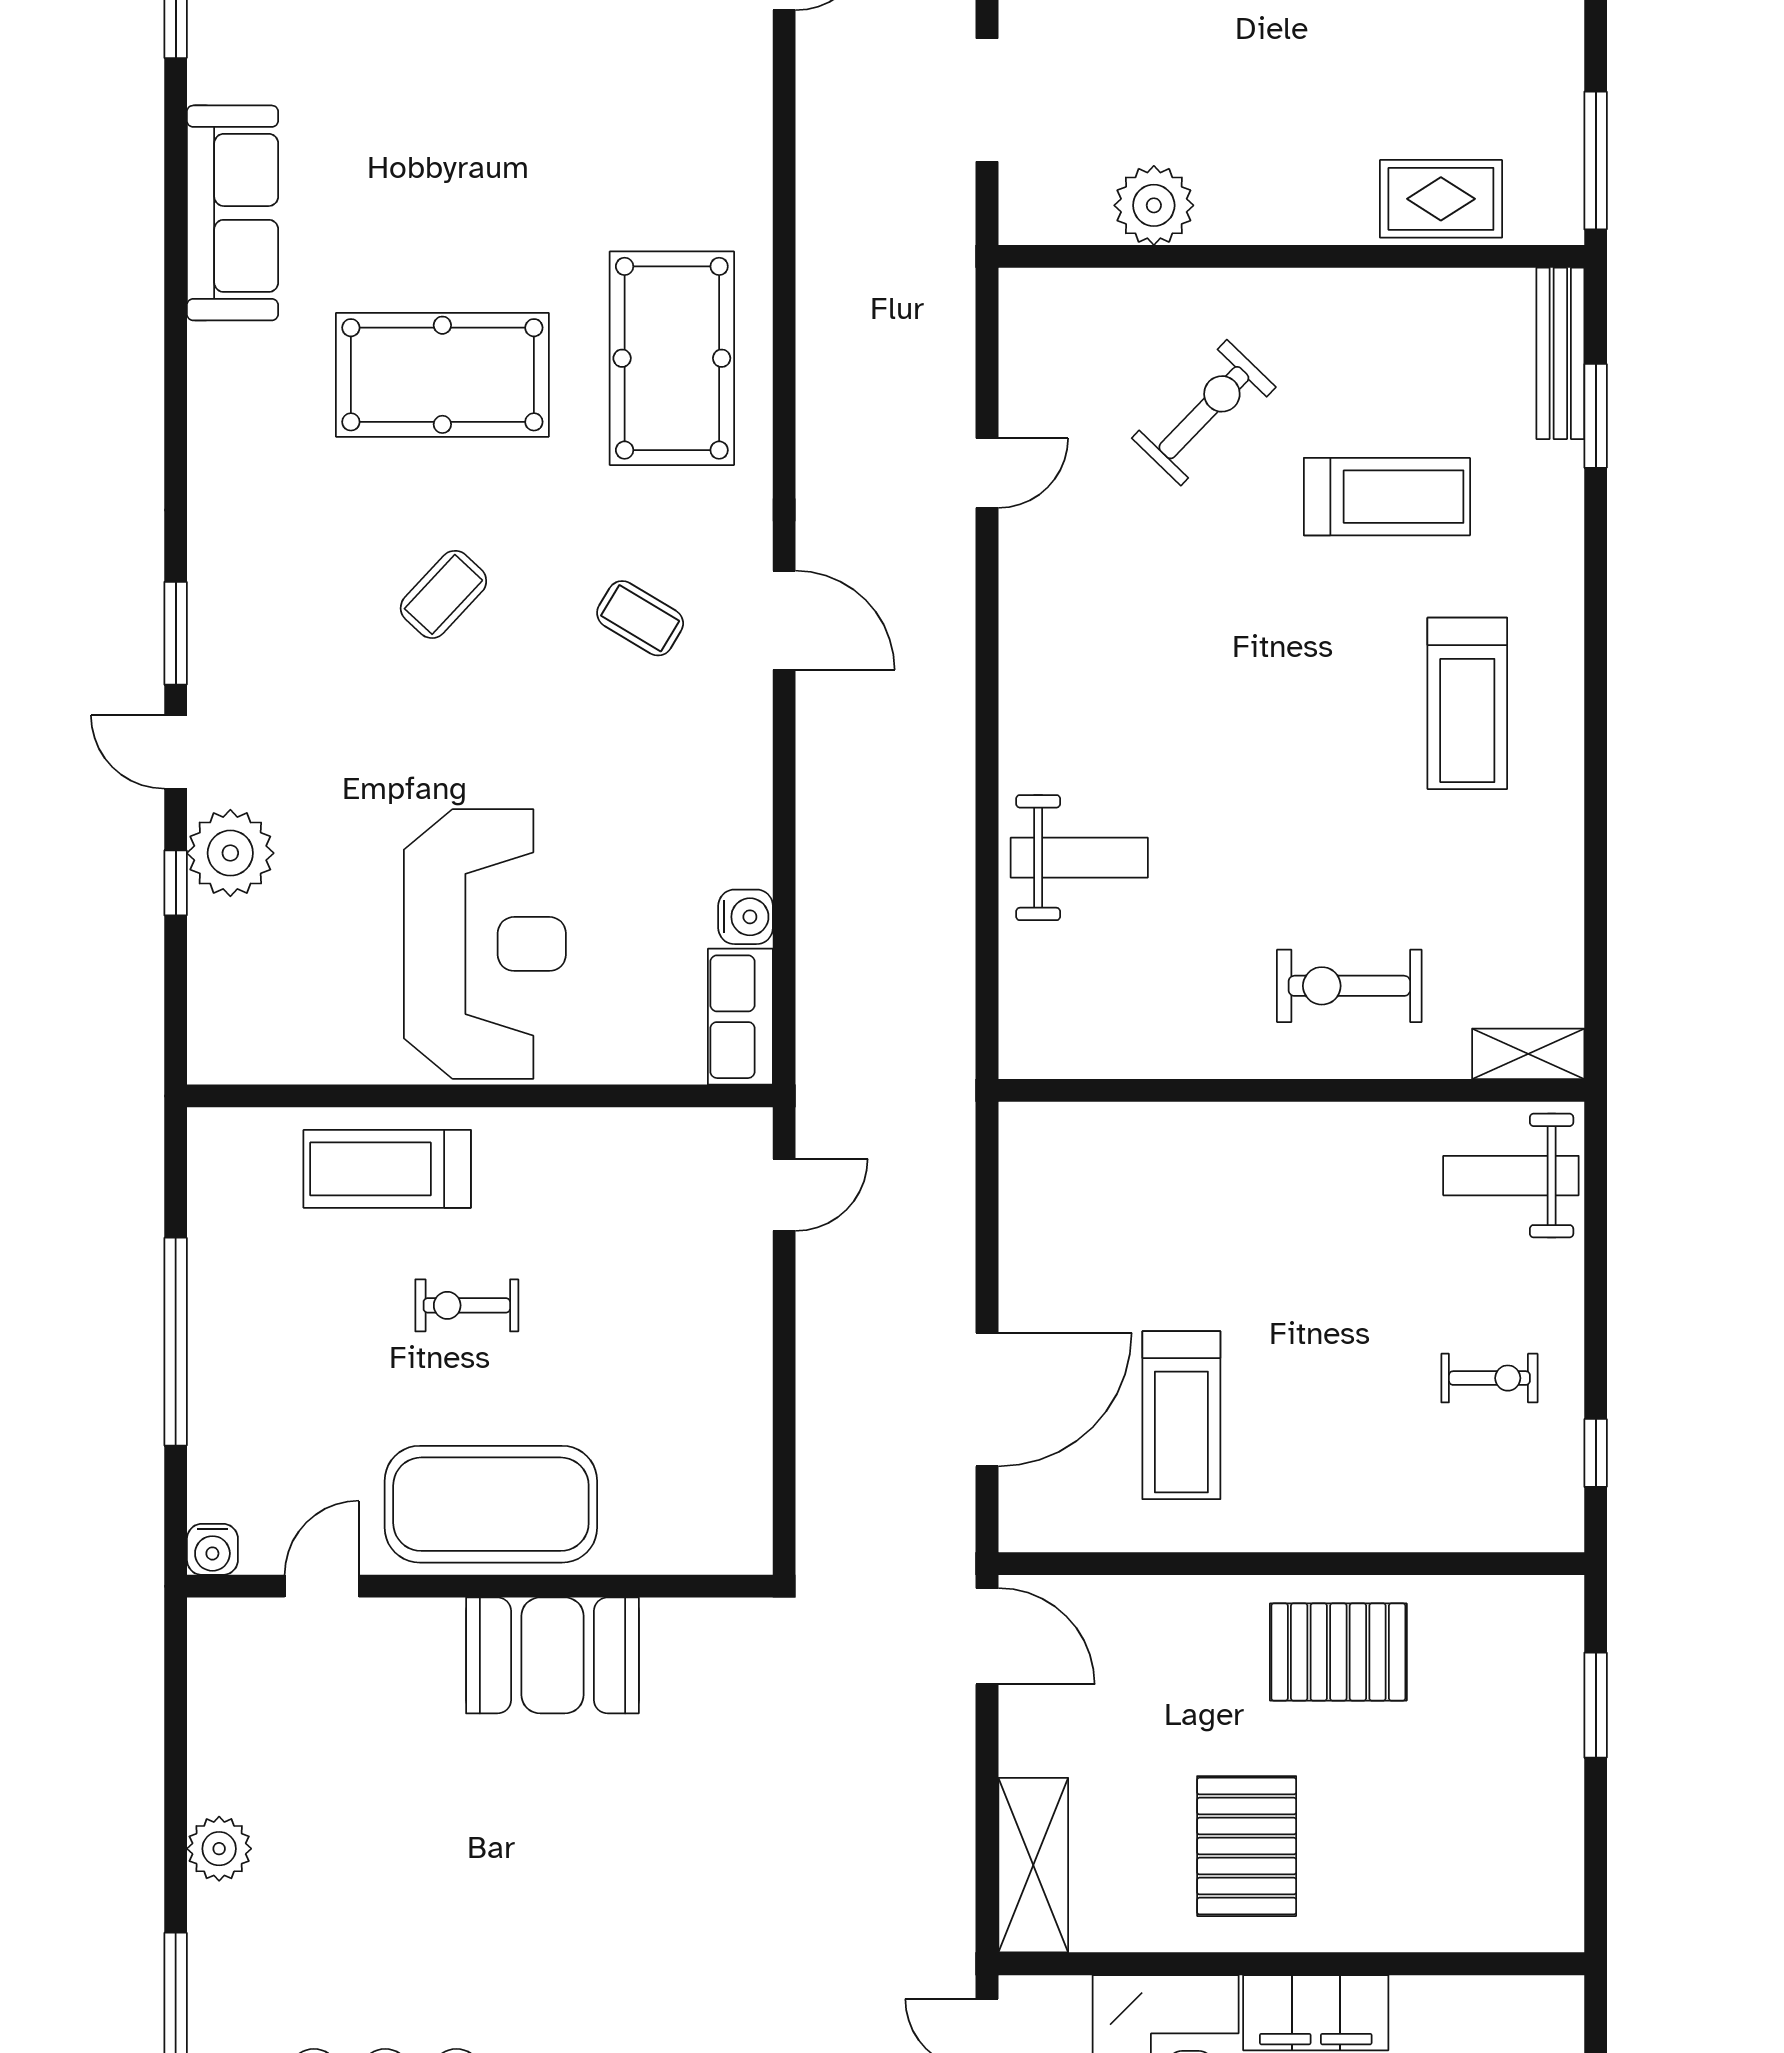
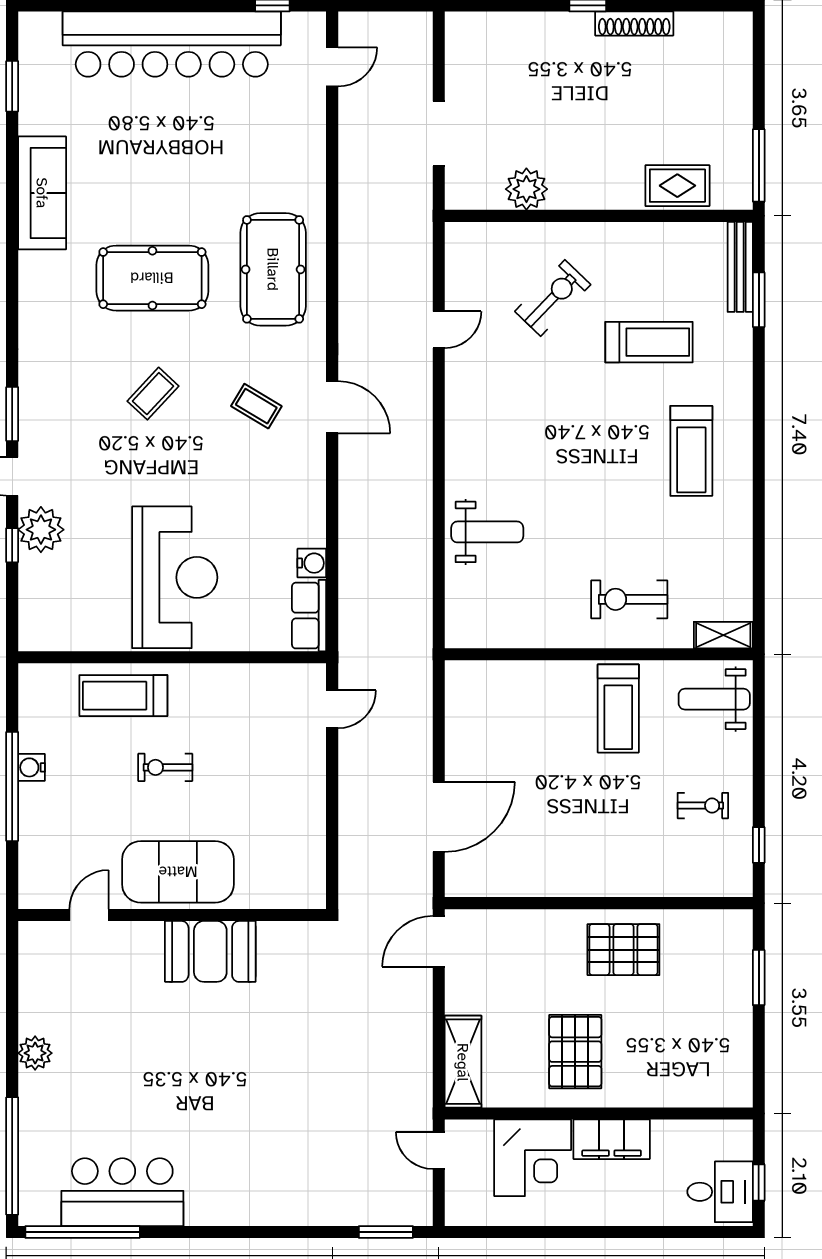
treadmill: (1181, 1415) -> (618, 708), moved
water cooler: (212, 1549) -> (31, 767), moved, turned 90
door: (987, 1636) -> (439, 941), swing flipped

